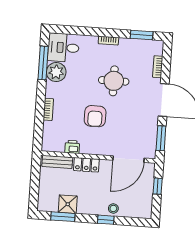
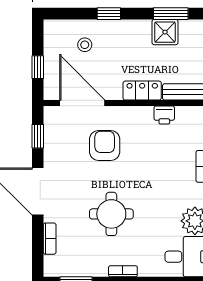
armchair: (95, 116) -> (105, 145), moved
window: (161, 138) -> (38, 136), width x0.67
door: (128, 159) -> (82, 103), hinge flipped
stool: (113, 208) -> (85, 45), moved

